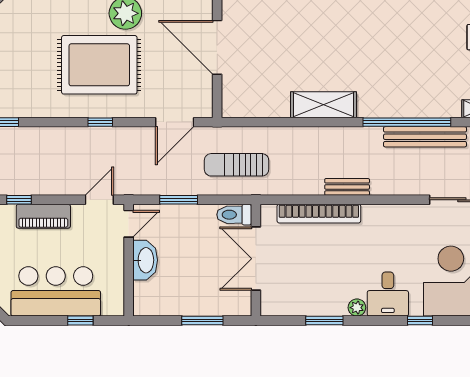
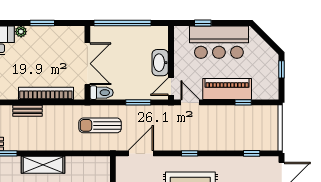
sun lounger: (237, 165) -> (100, 125), turned 180
door: (99, 200) -> (190, 102), swing flipped
piano: (43, 216) -> (227, 89), width x1.37, depth x1.33
window: (202, 321) -> (123, 23), width x2.11

